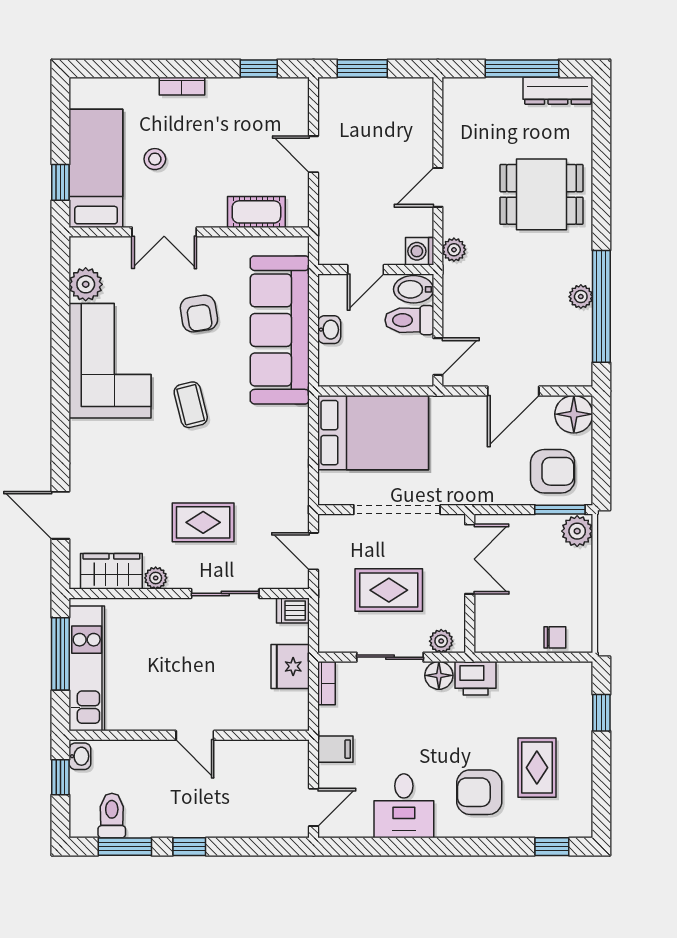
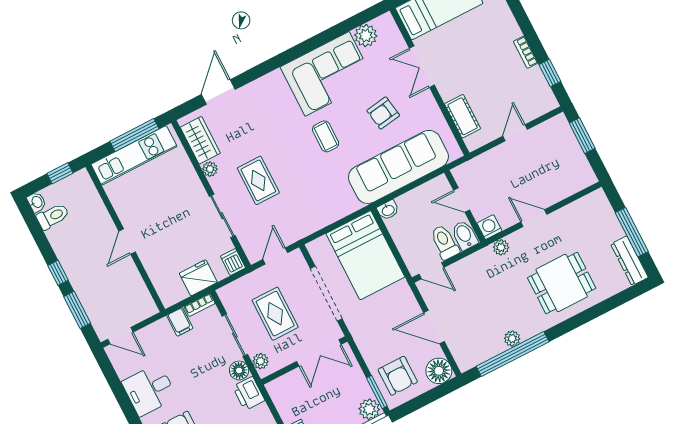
bookcase: (182, 86) -> (526, 52), moved
stool: (155, 159) -> (463, 38), removed
dining table: (541, 194) -> (562, 283), turned 90
washbasin: (329, 330) -> (388, 210), moved
coffee table: (191, 405) -> (326, 136), turned -76
filing cabinet: (335, 749) -> (180, 322), moved
washbasin: (80, 756) -> (37, 202), moved, turned -90
window: (125, 847) -> (77, 310), moved

